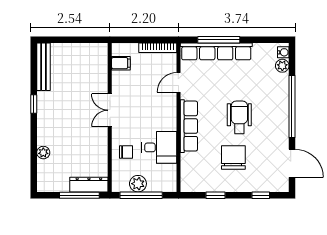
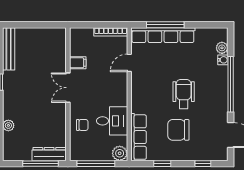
water cooler: (283, 52) -> (223, 60), moved
filing cabinet: (121, 63) -> (78, 63), moved
row of seats: (189, 126) -> (139, 137), moved
chair: (233, 157) -> (178, 130), turned -90
plant: (138, 184) -> (120, 153), moved

